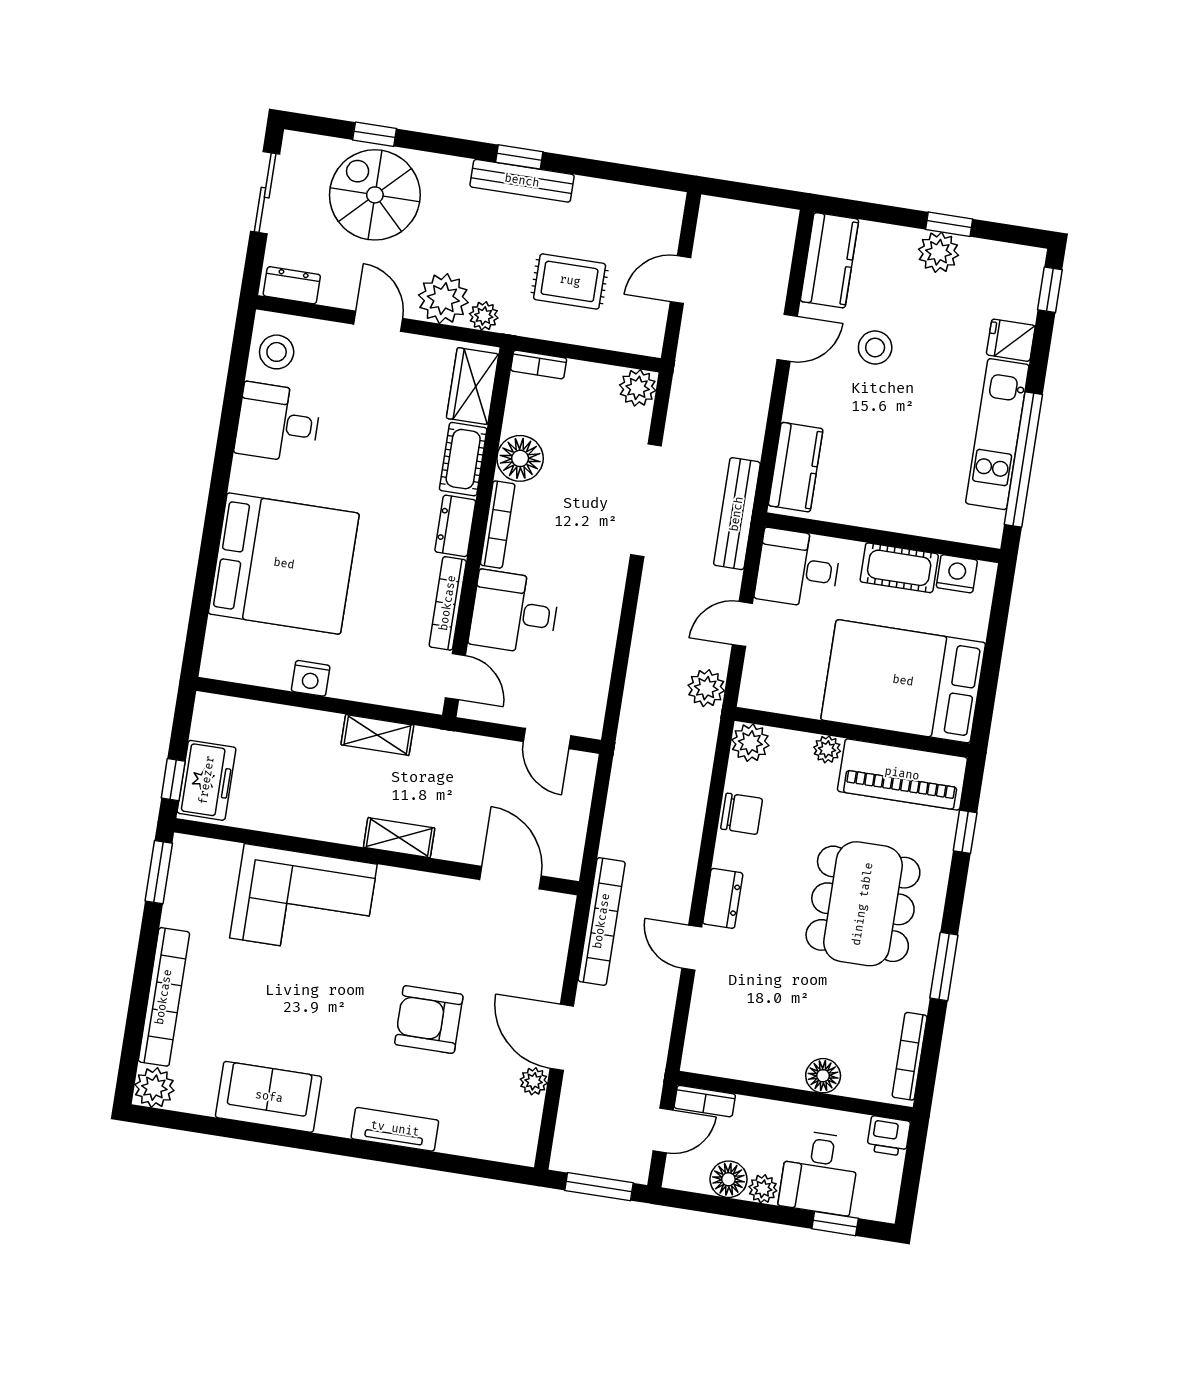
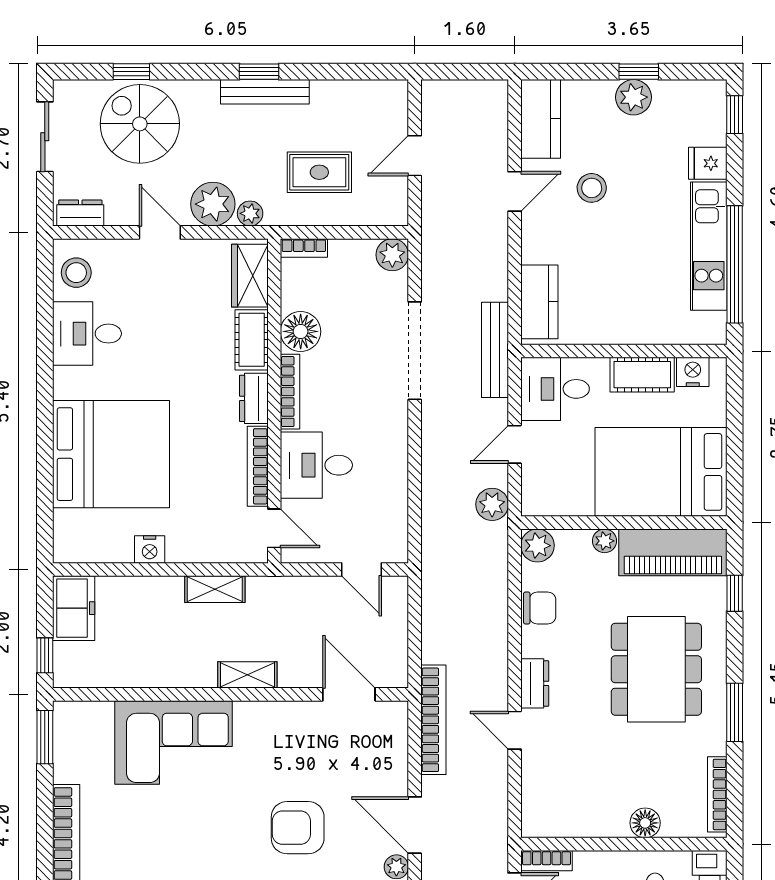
freezer: (207, 780) -> (74, 608), moved

